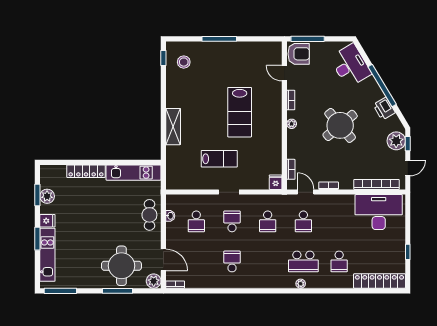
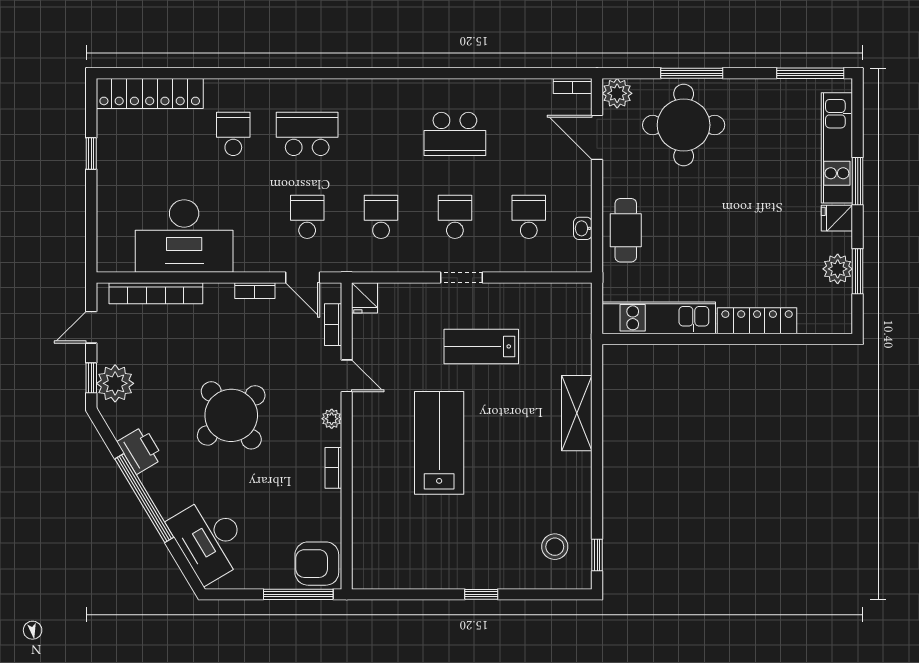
window: (219, 39) -> (481, 594), width x0.46
door: (284, 73) -> (347, 376), moved
desk: (379, 212) -> (184, 236), moved
school desk: (232, 221) -> (455, 217), turned 180
school desk: (232, 261) -> (455, 134), width x1.85
plant: (301, 284) -> (313, 88), removed

